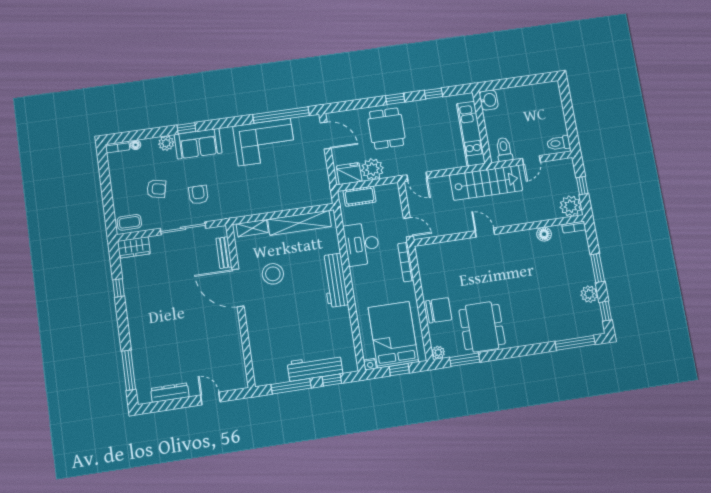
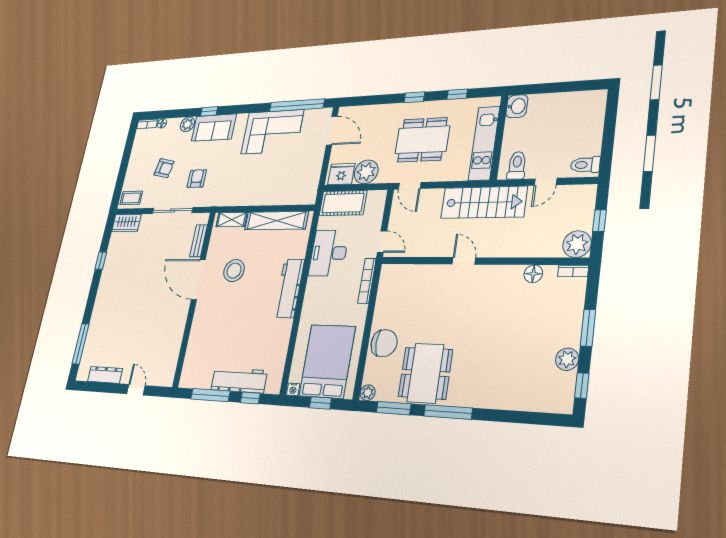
dining table: (386, 128) -> (422, 140), moved, width x1.38
cot: (359, 196) -> (343, 203), width x1.37, depth x1.34
window: (575, 343) -> (448, 412), moved

